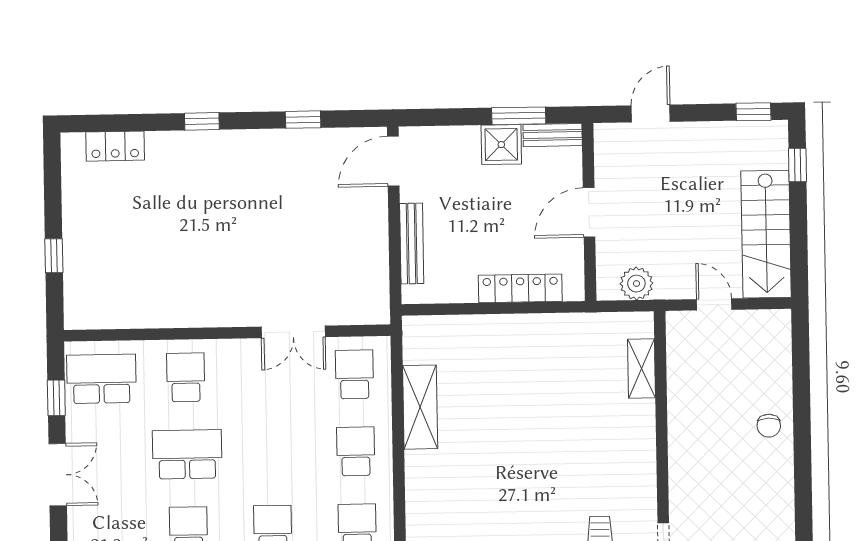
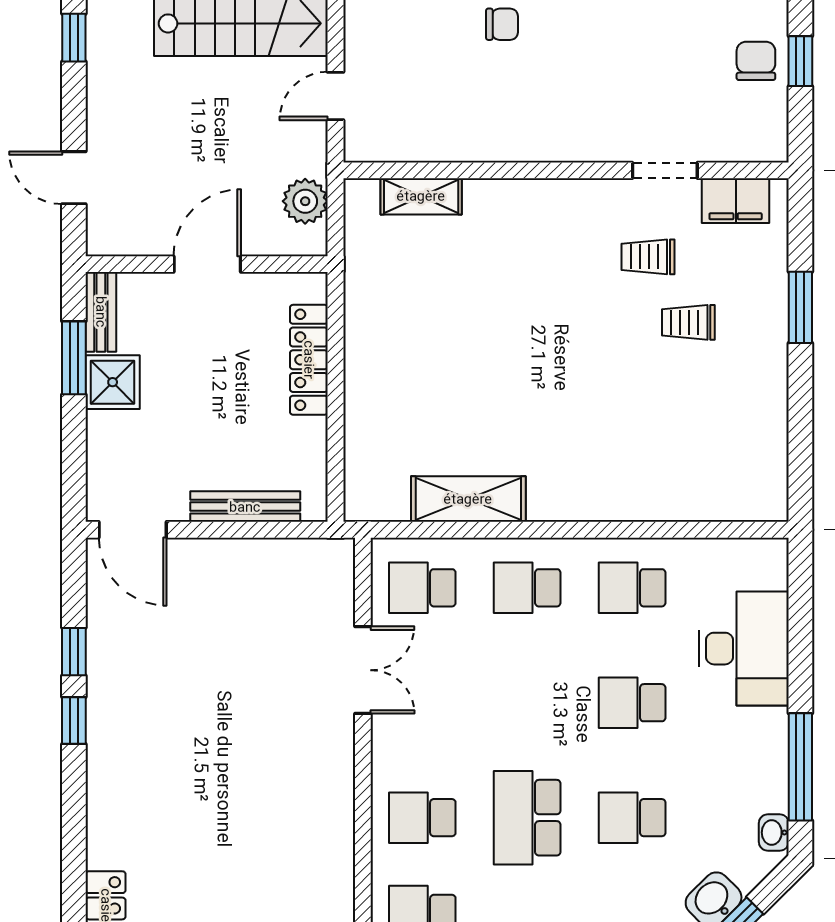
window: (202, 121) -> (74, 721), moved
door: (589, 212) -> (207, 264), swing flipped

